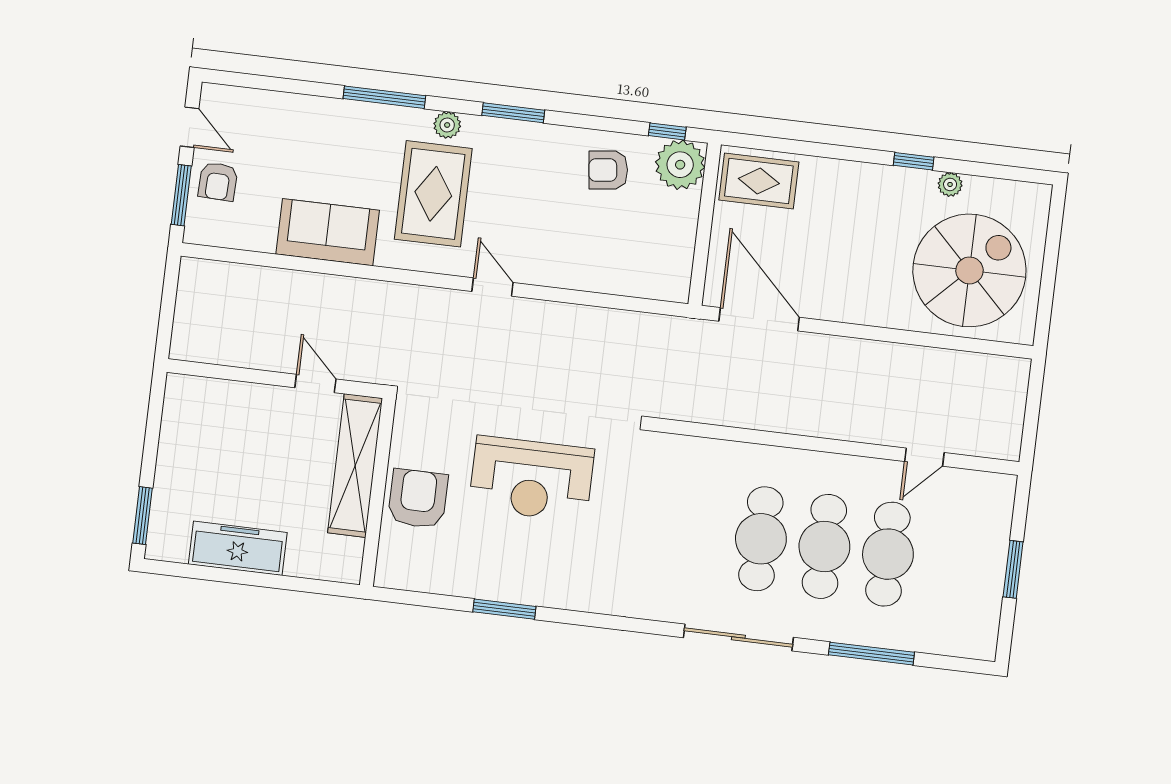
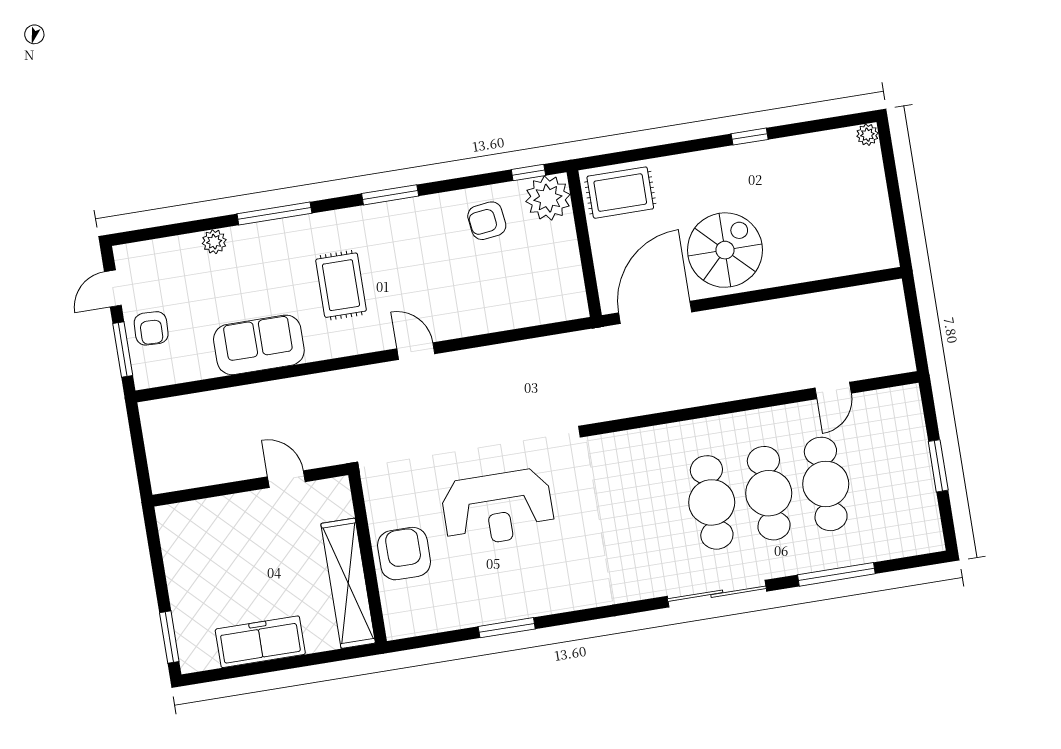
plant: (447, 125) -> (214, 242), moved
door: (189, 127) -> (113, 289), swing flipped
plant: (950, 184) -> (867, 135), moved
rug: (433, 194) -> (341, 285), width x0.73, depth x0.70
spiral stairs: (969, 270) -> (725, 250), moved, width x0.73, depth x0.73
door: (759, 319) -> (655, 312), hinge flipped
shelving: (355, 466) -> (348, 583), moved

